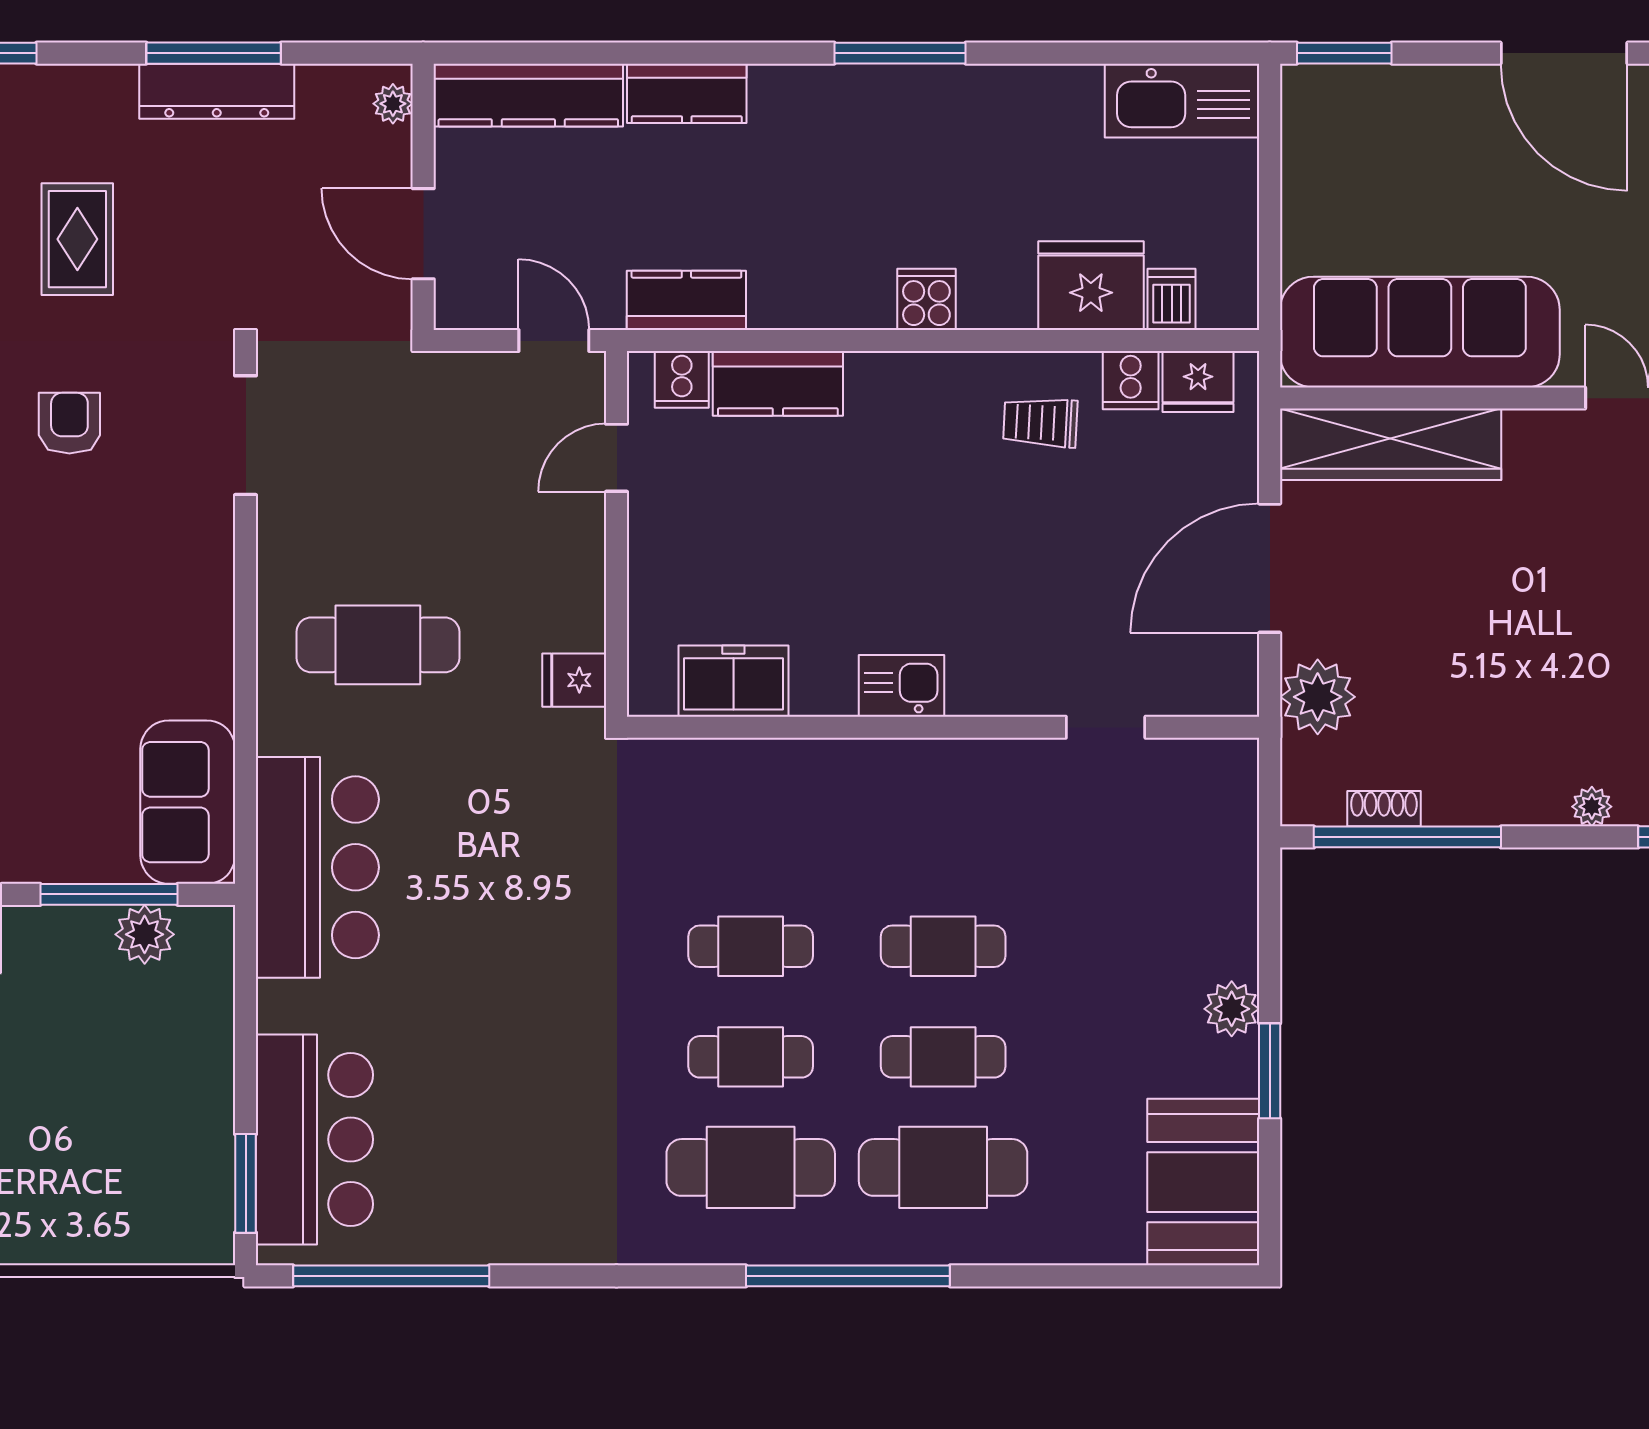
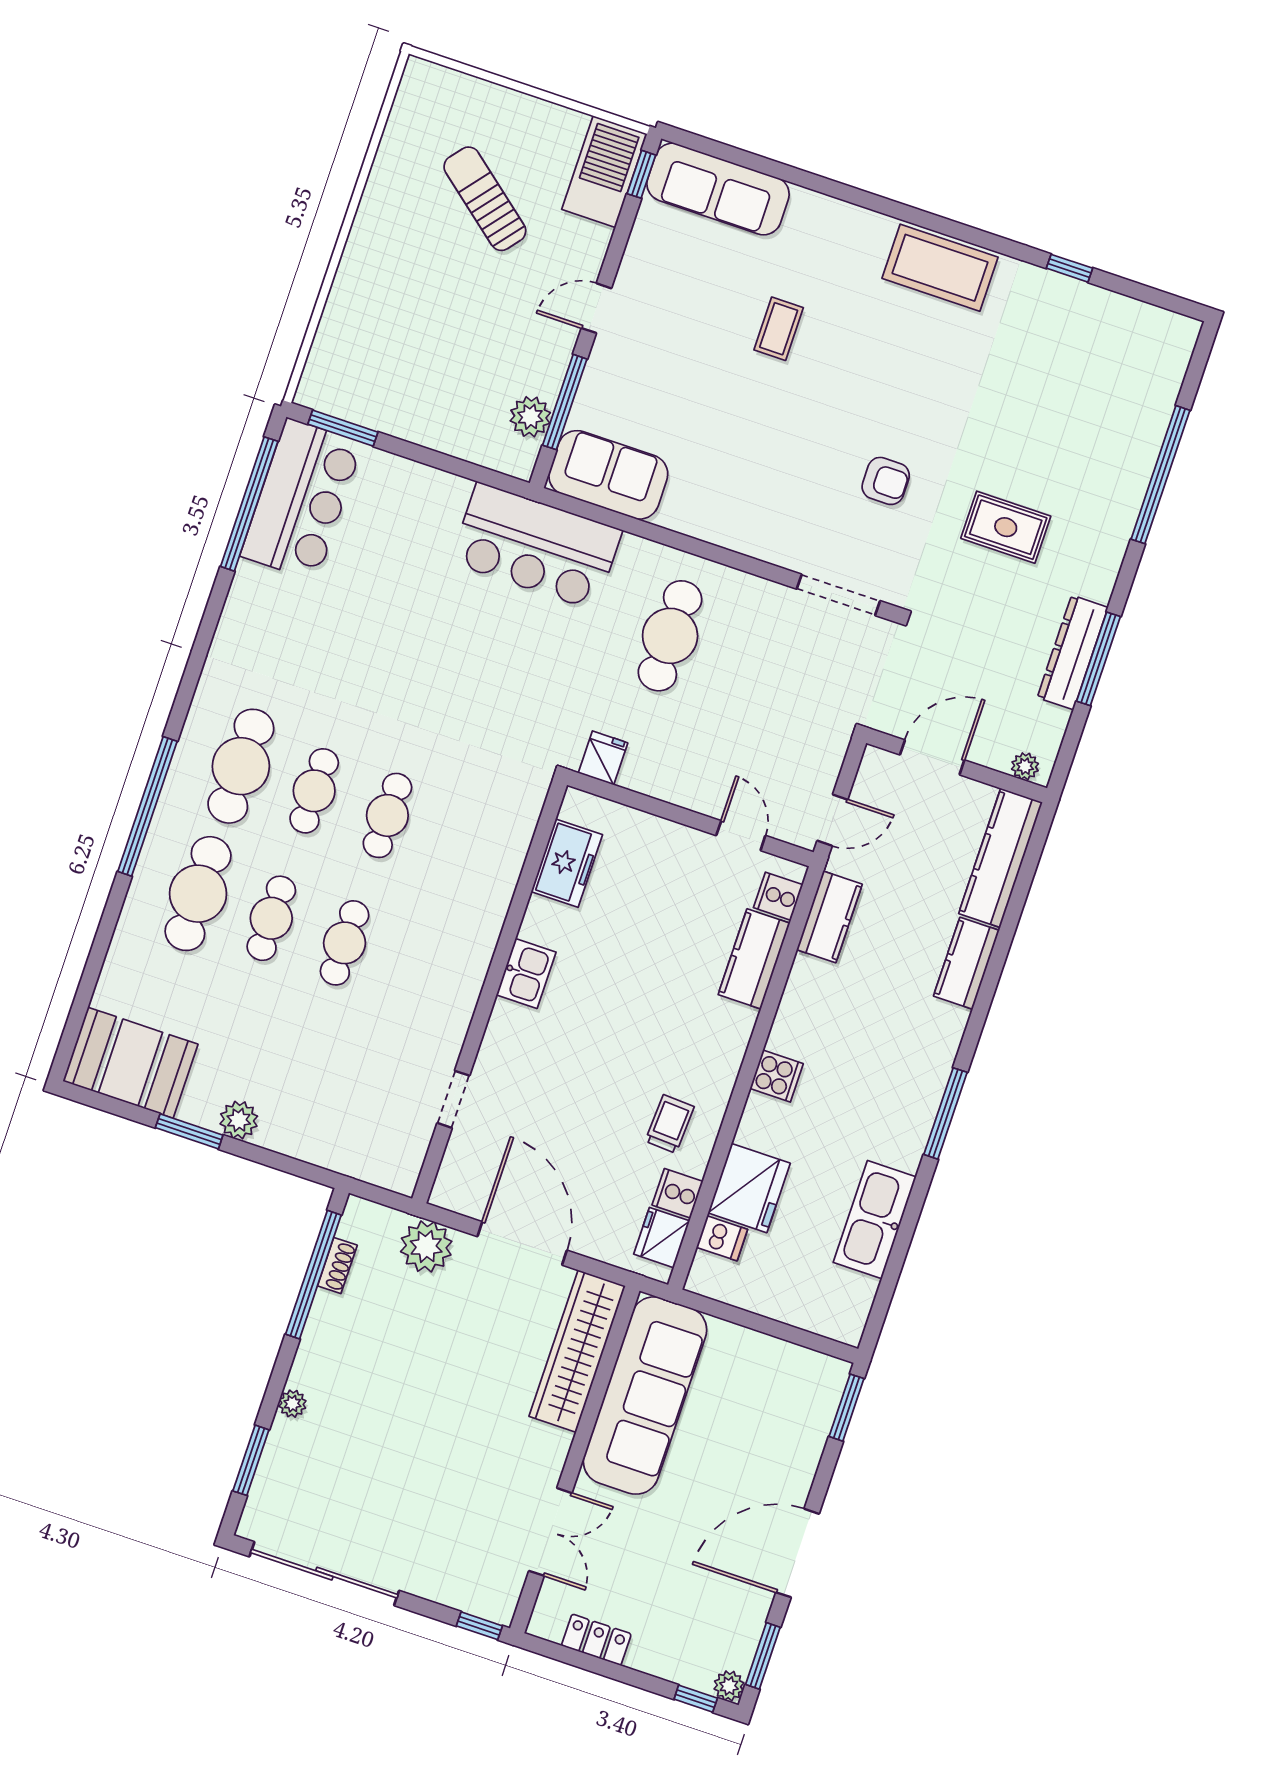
kitchen sink: (1182, 101) -> (875, 1220), moved
bar counter: (314, 1139) -> (302, 499), moved, turned -90

